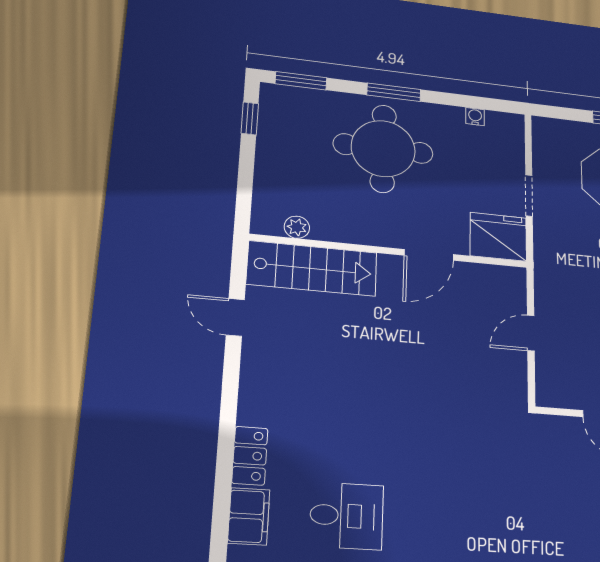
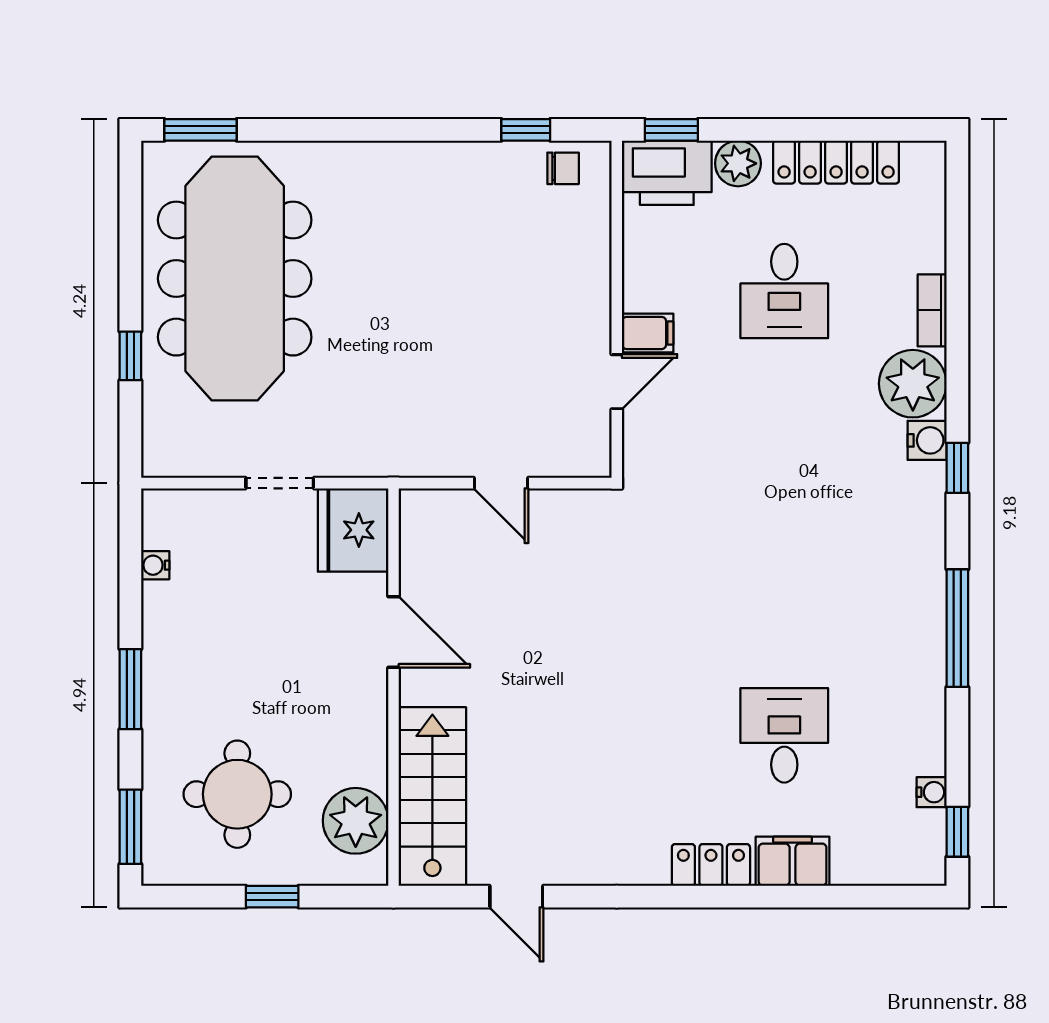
window: (250, 118) -> (272, 897), moved
round table: (383, 149) -> (237, 794), moved, width x0.73, depth x0.73
plant: (297, 227) -> (356, 821), width x1.87, depth x1.87
door: (235, 317) -> (516, 897), hinge flipped

